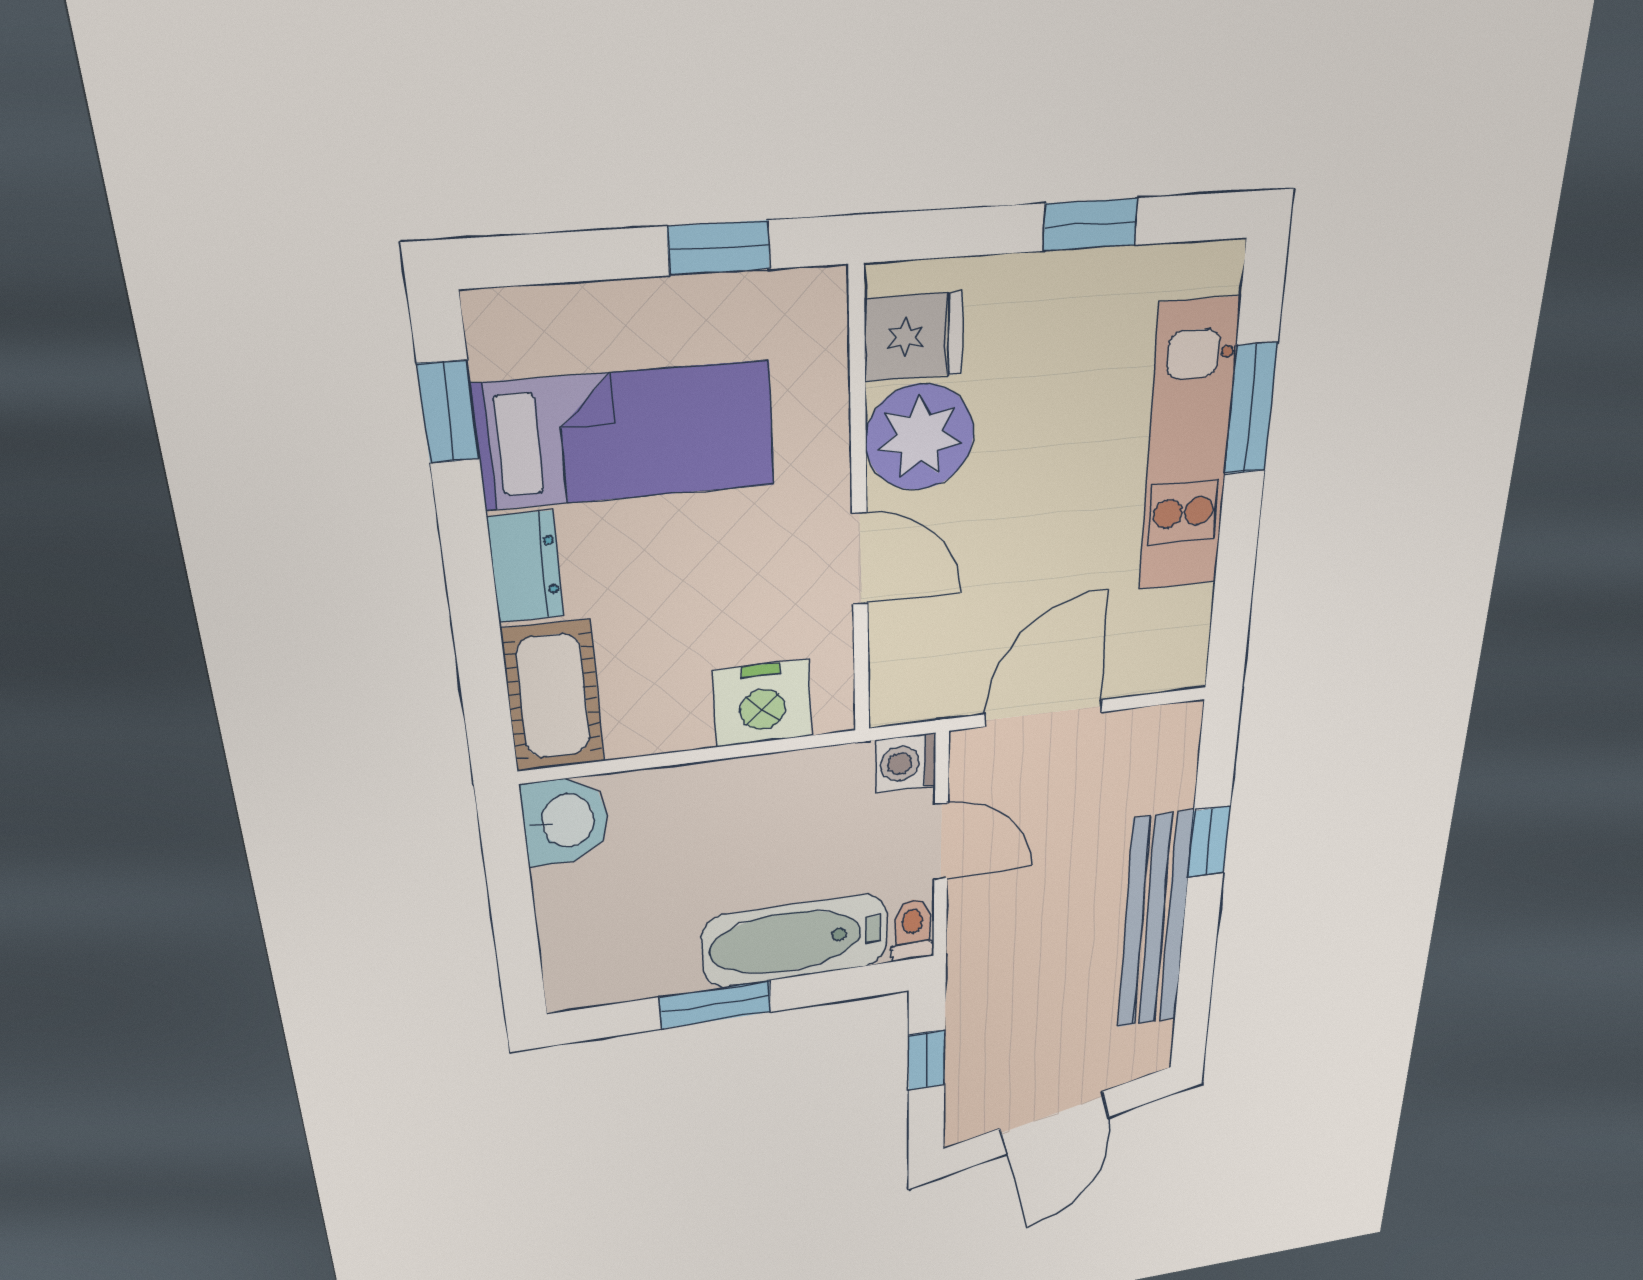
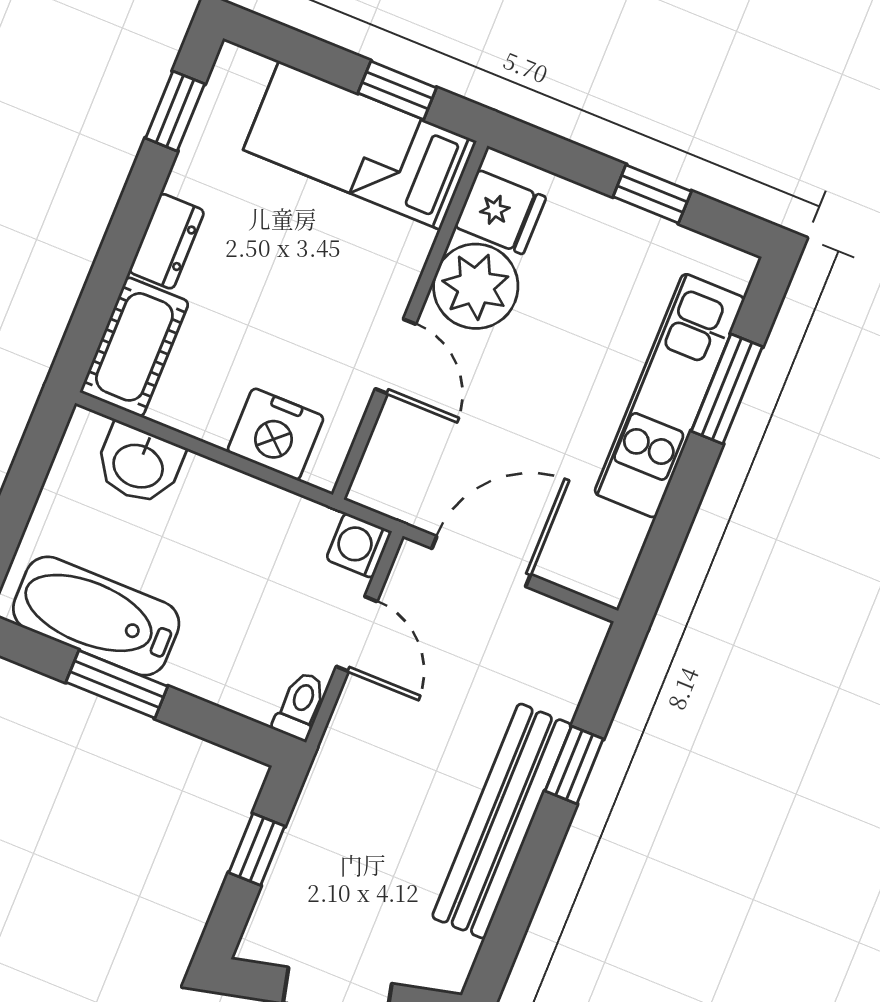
bed: (627, 435) -> (360, 145), moved, turned 180
washbasin: (565, 821) -> (139, 464), moved, turned 90
bathtub: (795, 941) -> (96, 616), moved

